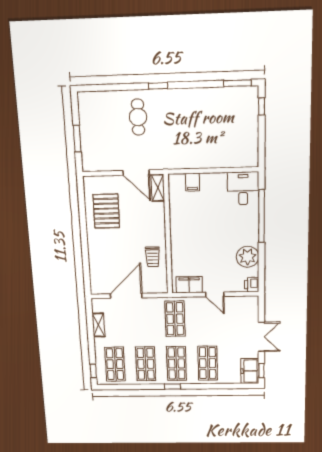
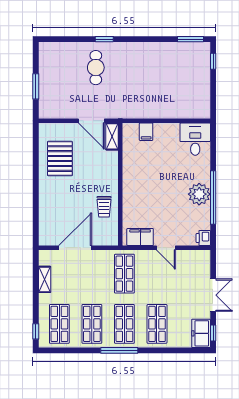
window: (158, 86) -> (104, 39), moved
window: (262, 216) -> (213, 198), moved
plant: (248, 257) -> (199, 194), moved
window: (173, 387) -> (119, 350), width x2.17

